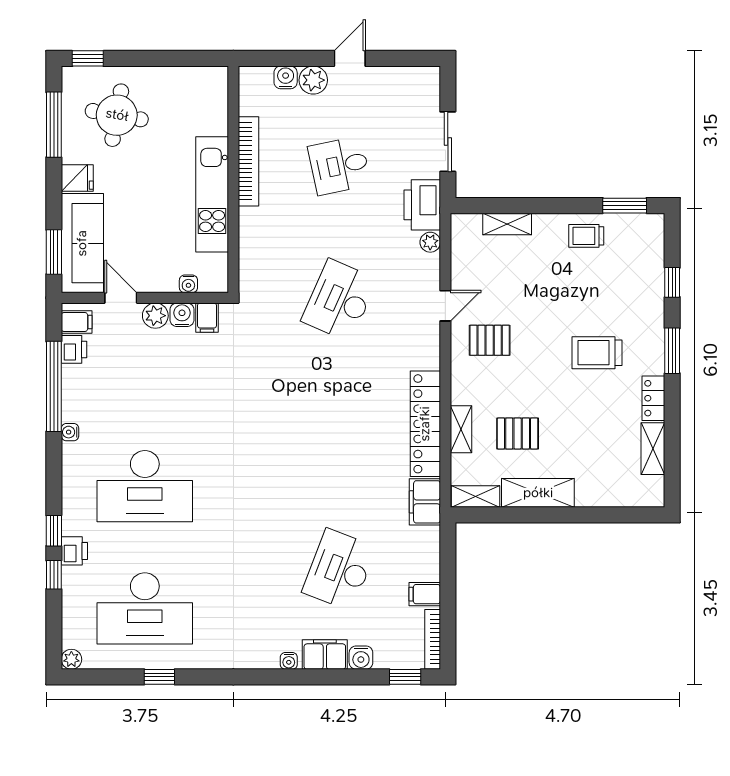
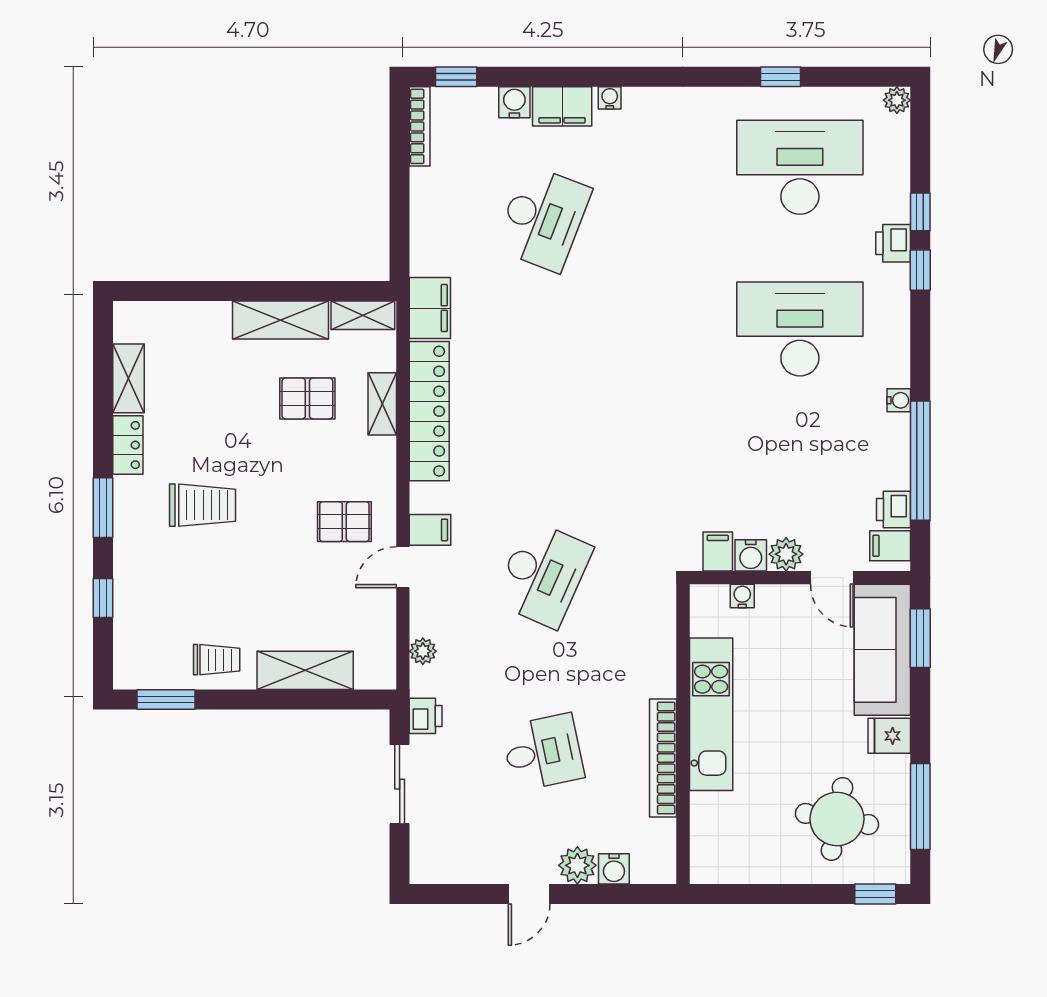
printer: (422, 205) -> (426, 716), width x0.53, depth x0.68
shelving: (507, 224) -> (305, 670), width x1.50, depth x1.33
filing cabinet: (425, 594) -> (430, 530), moved

